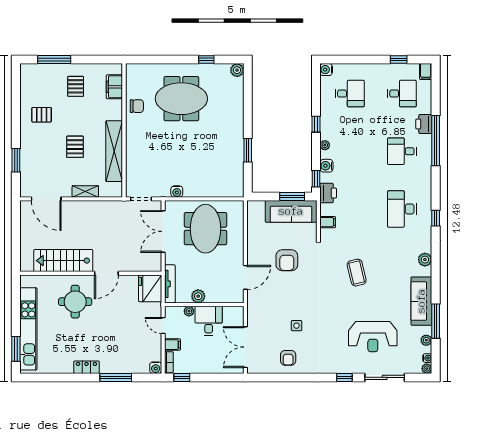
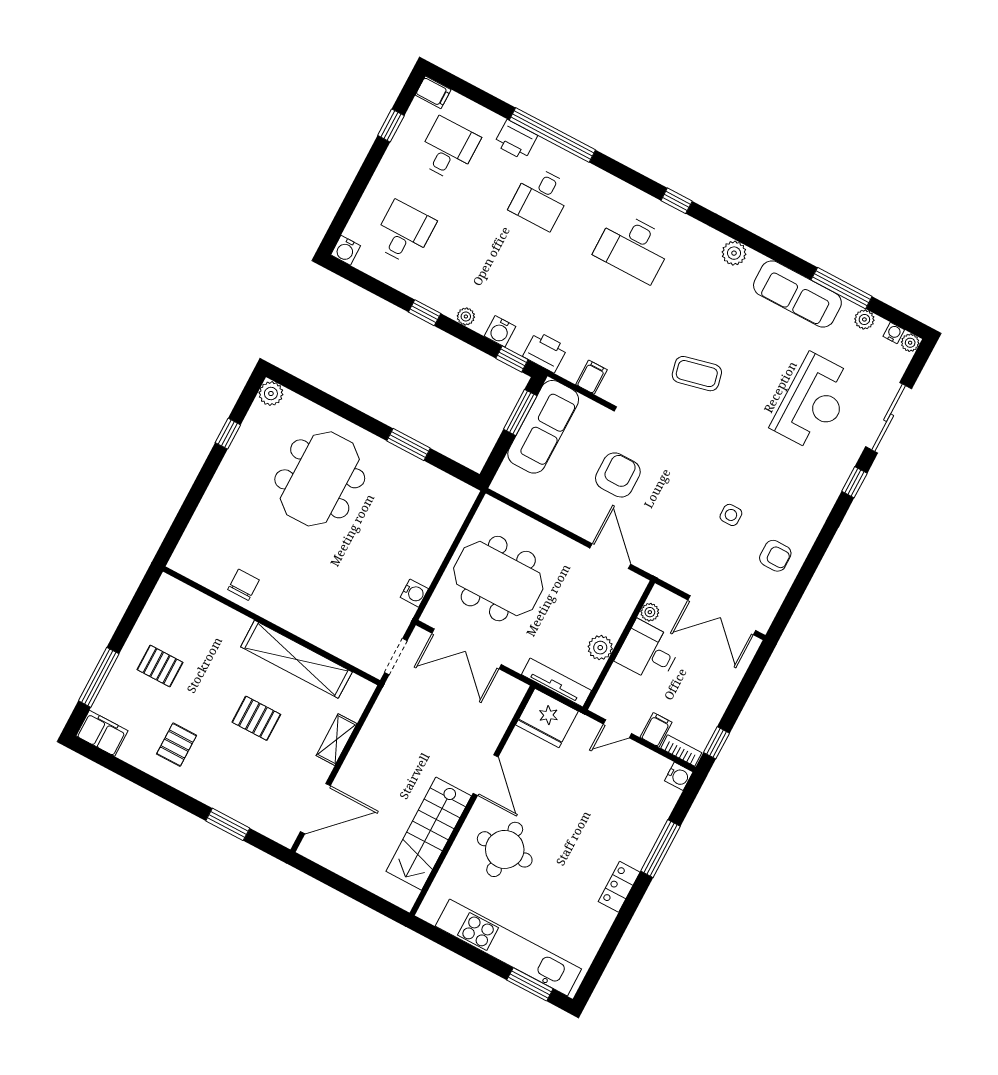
filing cabinet: (114, 87) -> (102, 733), moved, turned 180
meeting table: (181, 99) -> (320, 479), moved
armchair: (287, 260) -> (618, 475), turned -90
plant: (189, 311) -> (650, 612), moved

